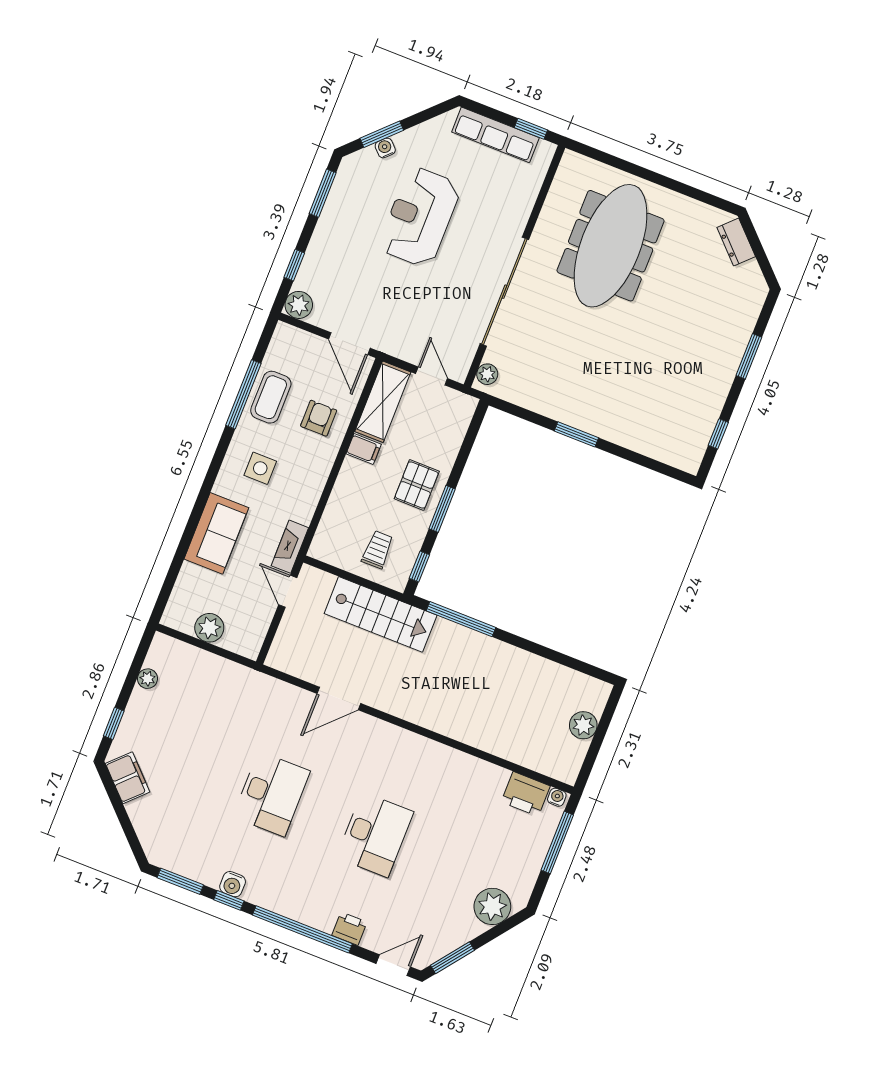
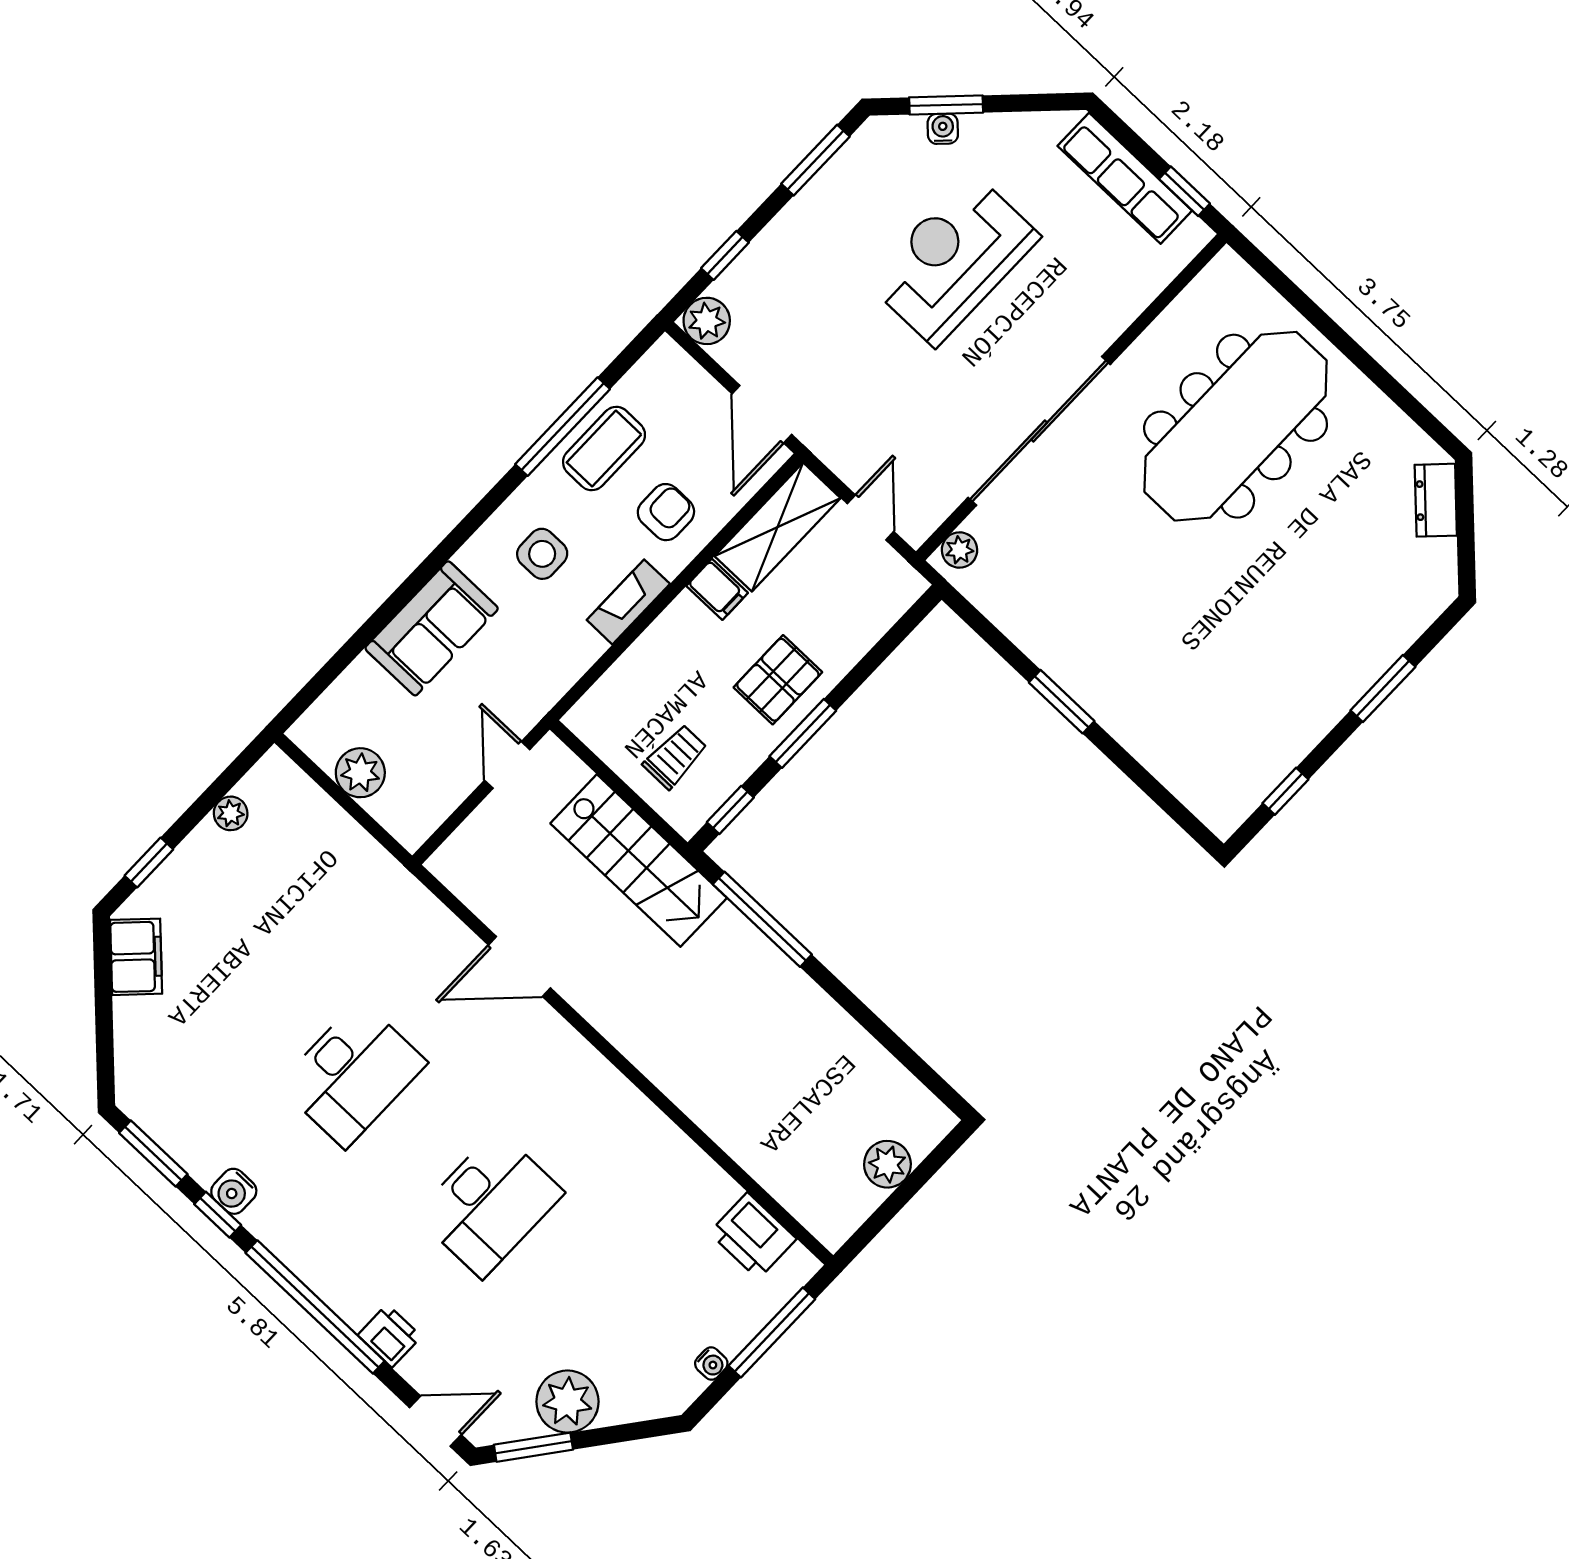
fireplace: (290, 547) -> (628, 602), moved
water cooler: (557, 797) -> (711, 1364), moved, turned 90
plant: (492, 906) -> (567, 1402), moved

